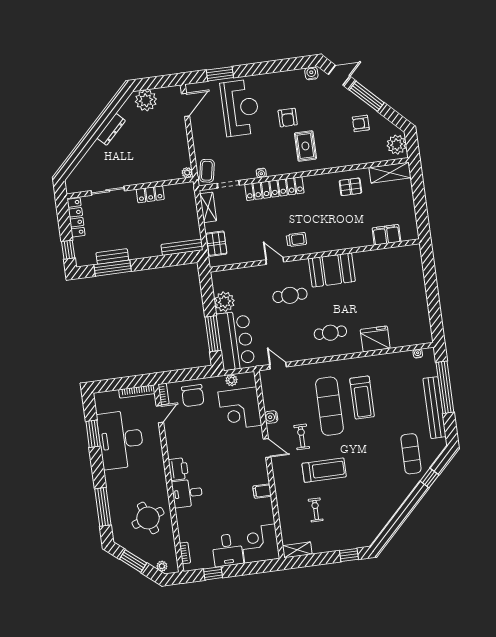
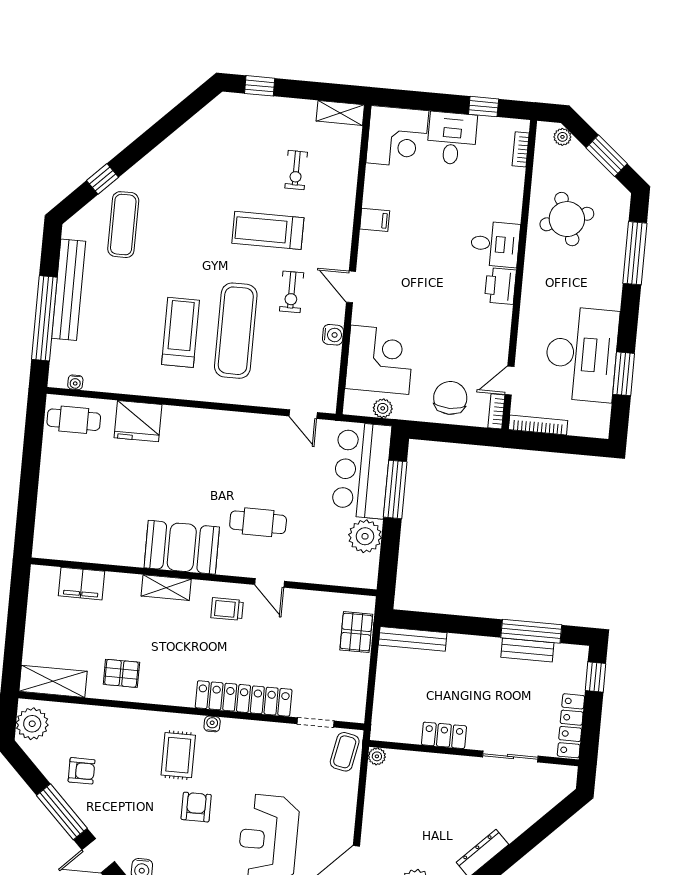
water cooler: (261, 173) -> (212, 724), moved
shelving: (208, 207) -> (166, 588), moved, turned 90
cafe table: (330, 333) -> (74, 420), moved

